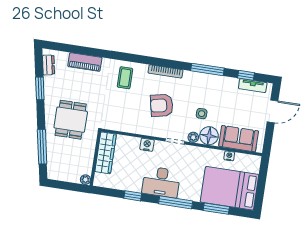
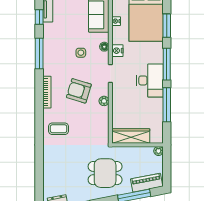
piano: (85, 62) -> (147, 183), moved, turned -101
armchair: (162, 105) -> (79, 91), turned 119
floor lamp: (209, 136) -> (104, 47), width x0.53, depth x0.53
plant: (193, 137) -> (104, 101), moved
nightstand: (147, 145) -> (117, 51), moved
window: (133, 196) -> (167, 105), width x2.17

